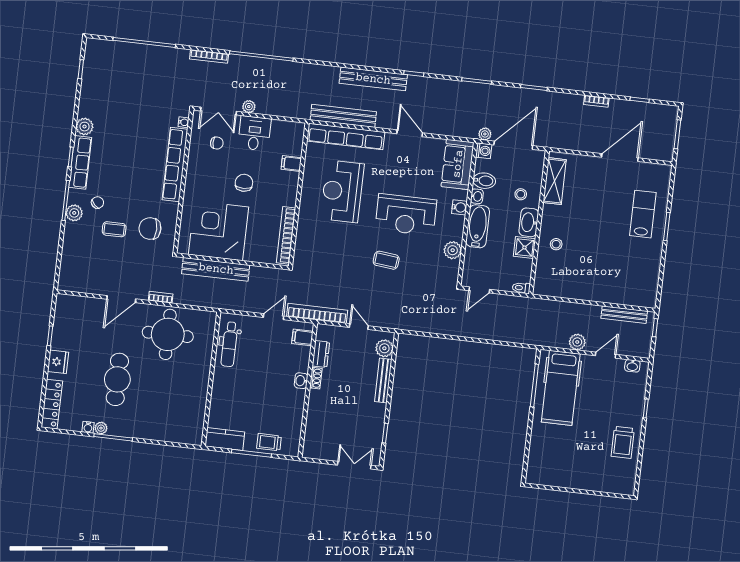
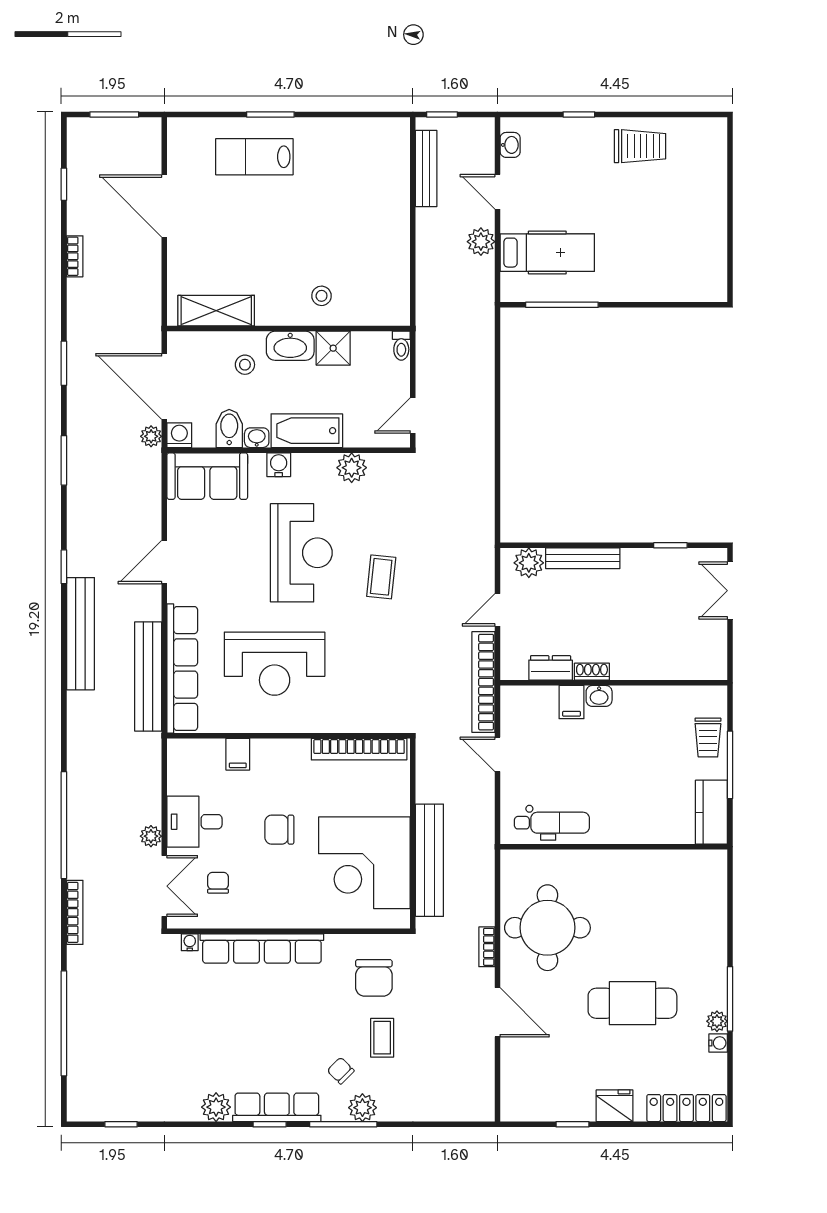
door: (479, 290) -> (413, 415), swing flipped
filing cabinet: (302, 337) -> (571, 702), moved
hospital bed: (561, 388) -> (547, 253), width x0.73, depth x0.78

